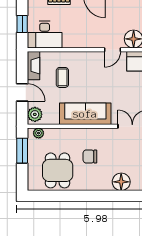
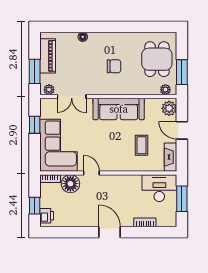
window: (22, 24) -> (182, 199), width x1.50
door: (112, 50) -> (91, 173), hinge flipped
dining table: (58, 170) -> (157, 59), moved
floor lamp: (121, 182) -> (83, 37), width x0.53, depth x0.53

